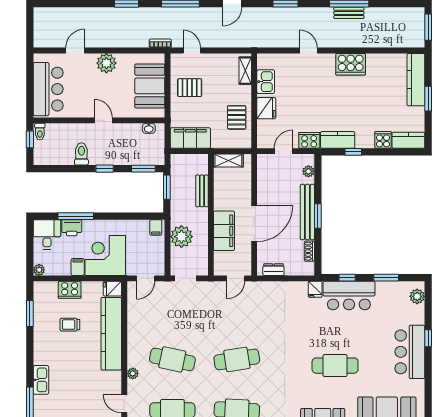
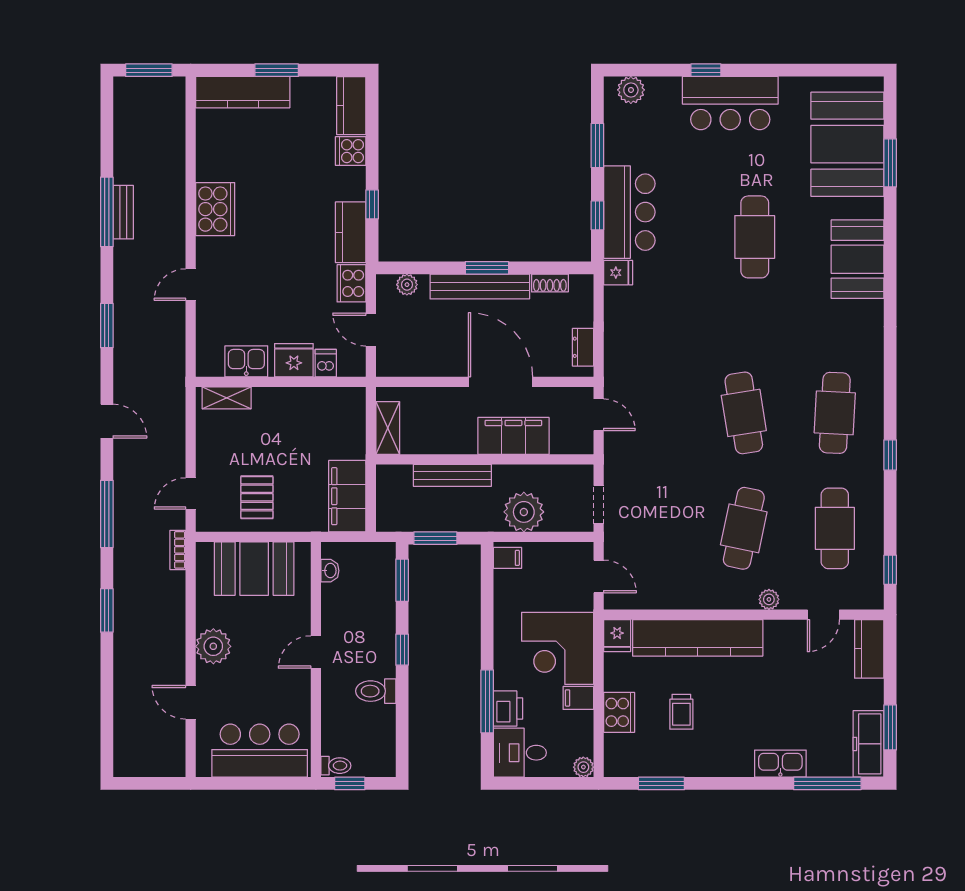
pallet: (237, 117) -> (310, 413), removed
dishwasher: (265, 126) -> (326, 363), added
bench: (202, 191) -> (452, 475), width x1.36

